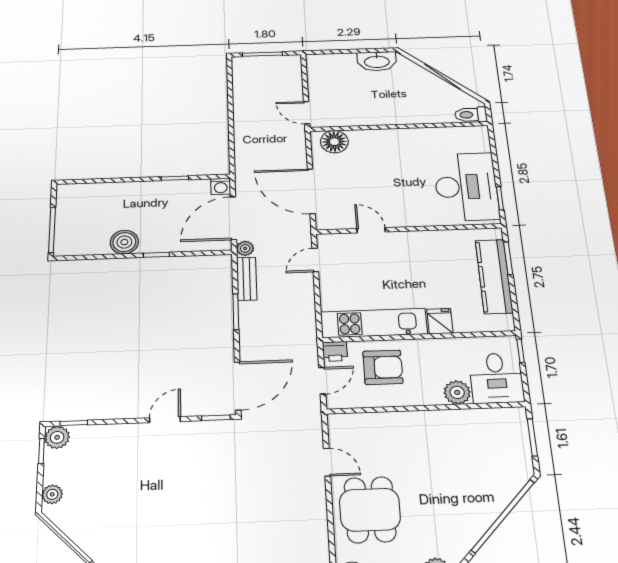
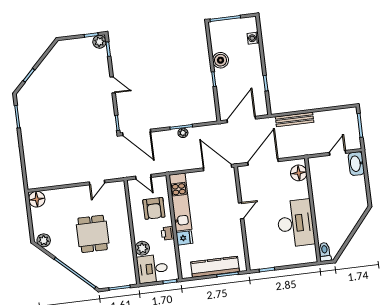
washbasin: (377, 61) -> (356, 164), moved
door: (307, 113) -> (338, 153), moved
washing machine: (221, 186) -> (253, 38), moved
desk: (466, 187) -> (296, 223), moved, turned -90
door: (233, 218) -> (241, 119), hinge flipped
door: (371, 230) -> (241, 211), moved
plant: (245, 248) -> (183, 133), moved
door: (315, 260) -> (218, 168), width x1.88
bench: (247, 279) -> (295, 120), moved, width x1.36
printer: (335, 351) -> (168, 233), moved
door: (165, 420) -> (113, 85), moved
plant: (52, 494) -> (68, 44), removed
dining table: (370, 510) -> (93, 234), moved, turned 90

